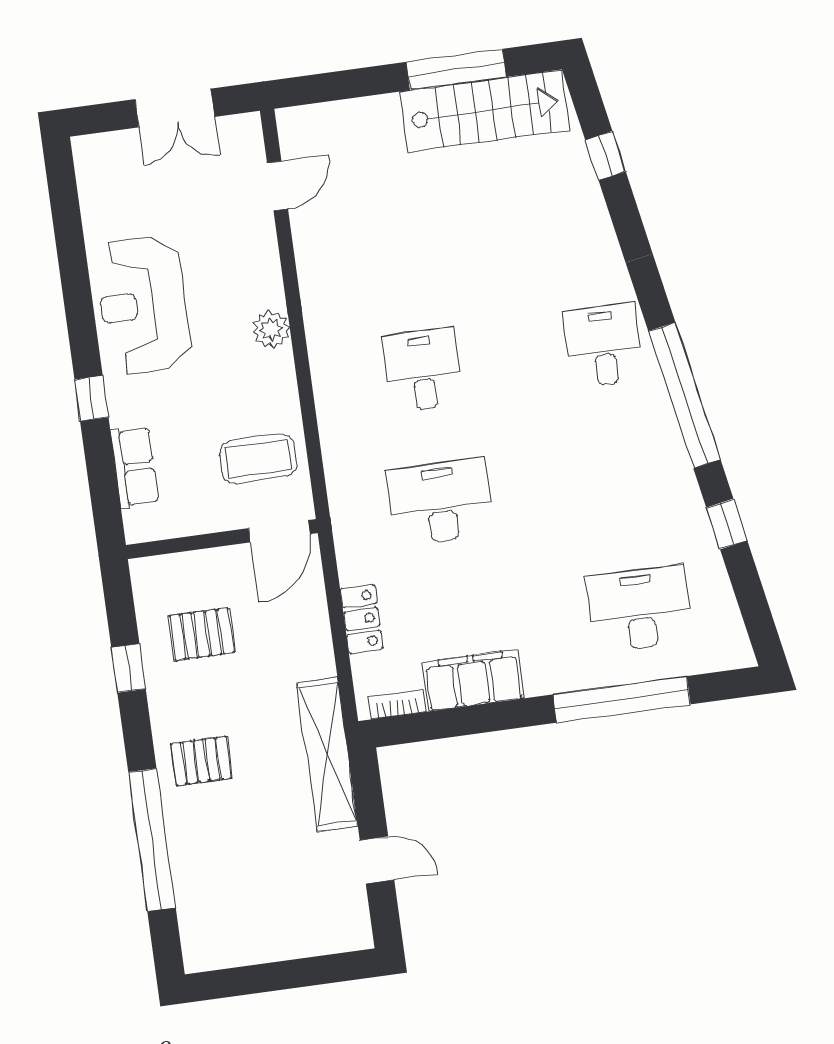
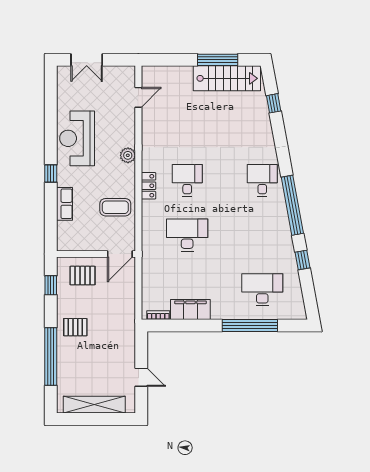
double door: (175, 108) -> (87, 60), moved
door: (279, 531) -> (120, 254), moved
wall: (222, 539) -> (96, 254), moved
locker: (362, 619) -> (149, 186), moved
shelving: (327, 754) -> (94, 405), moved, turned 90

